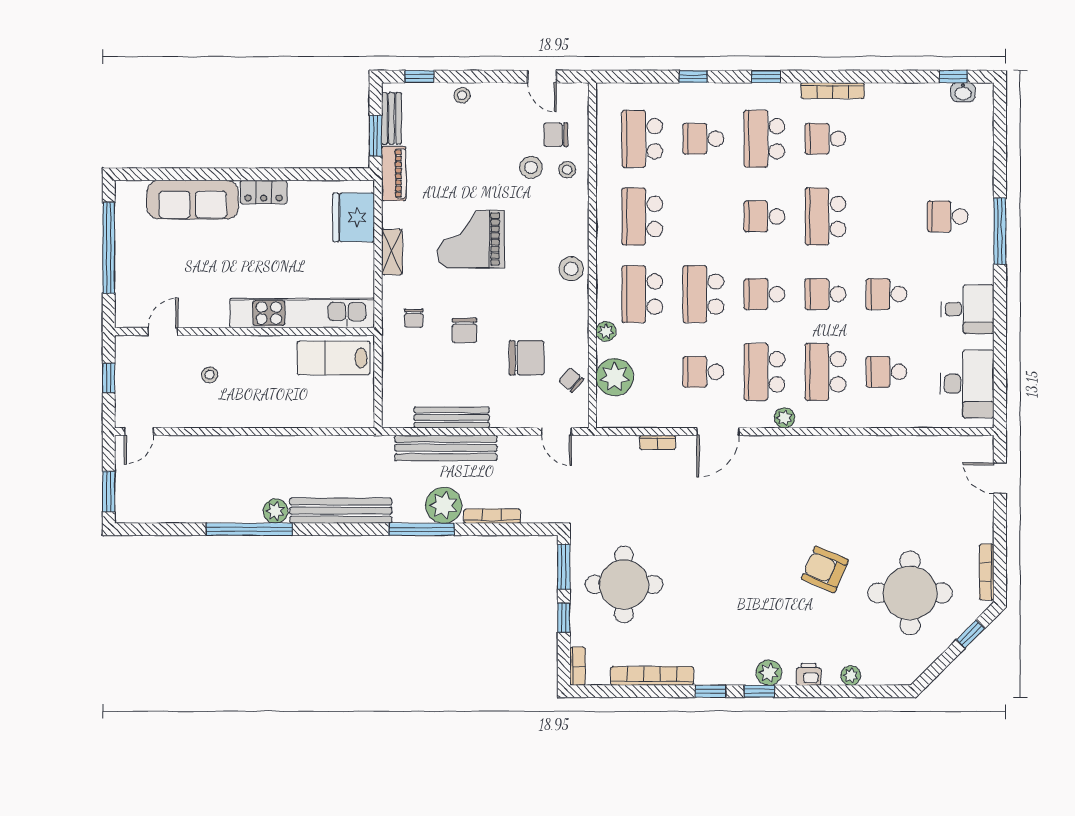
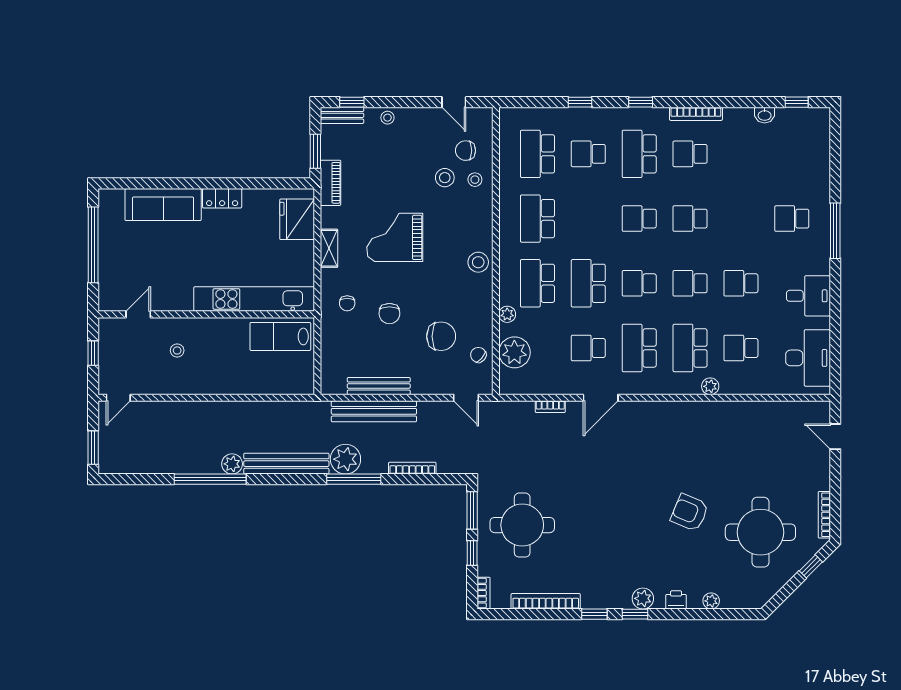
washbasin: (963, 92) -> (765, 115), moved
bench: (391, 118) -> (342, 115), moved, turned 90
school desk: (825, 216) -> (690, 219), width x0.54
plant: (785, 418) -> (710, 386), moved
plant: (444, 505) -> (345, 459), moved

